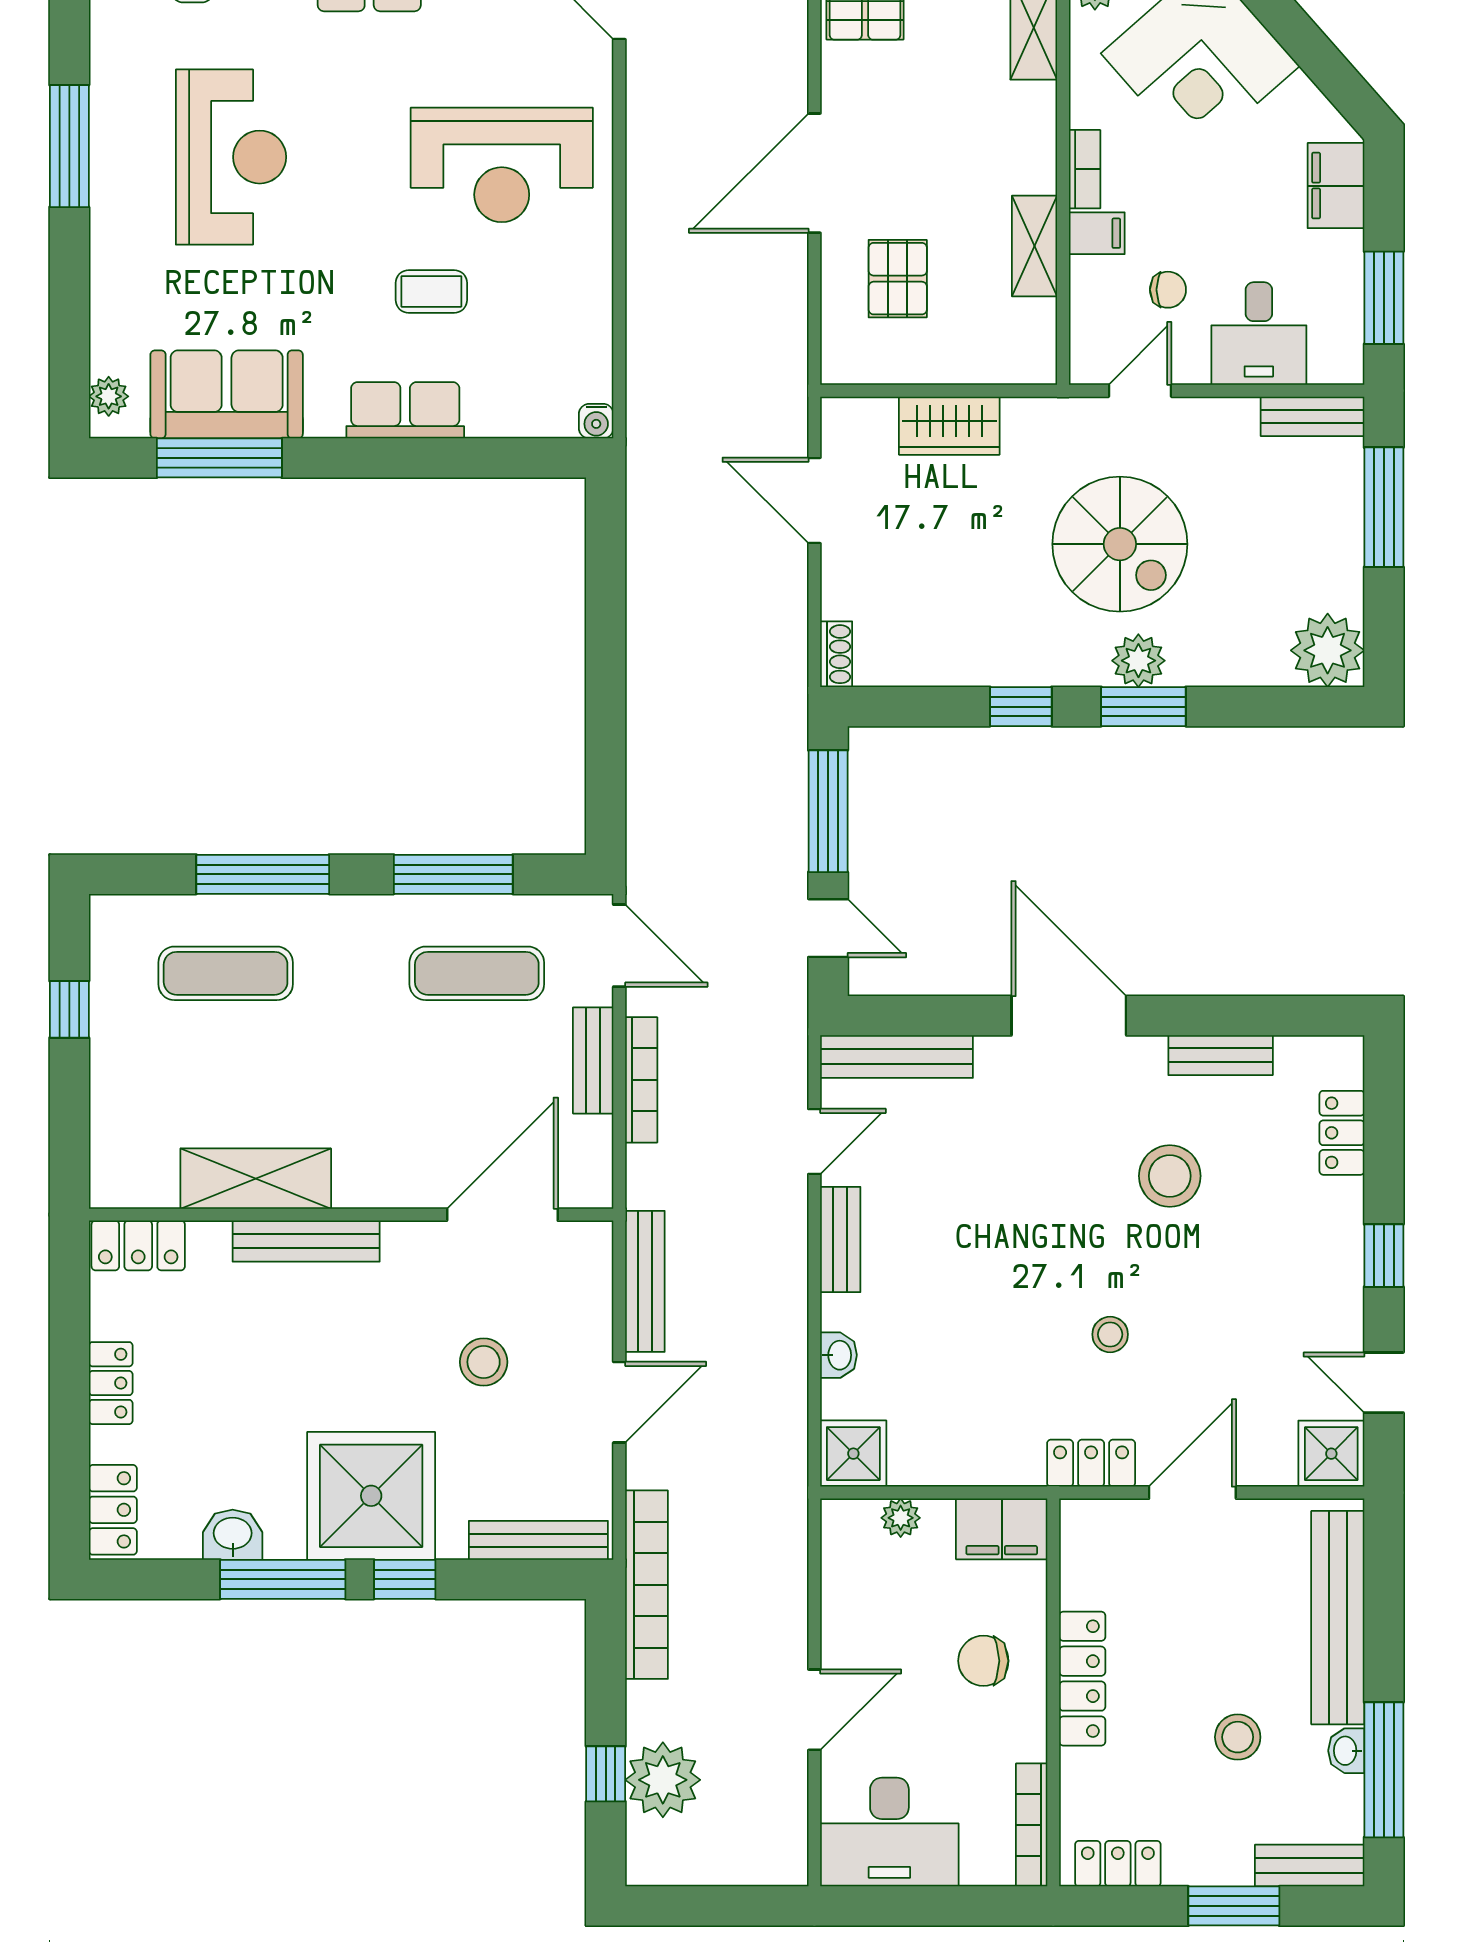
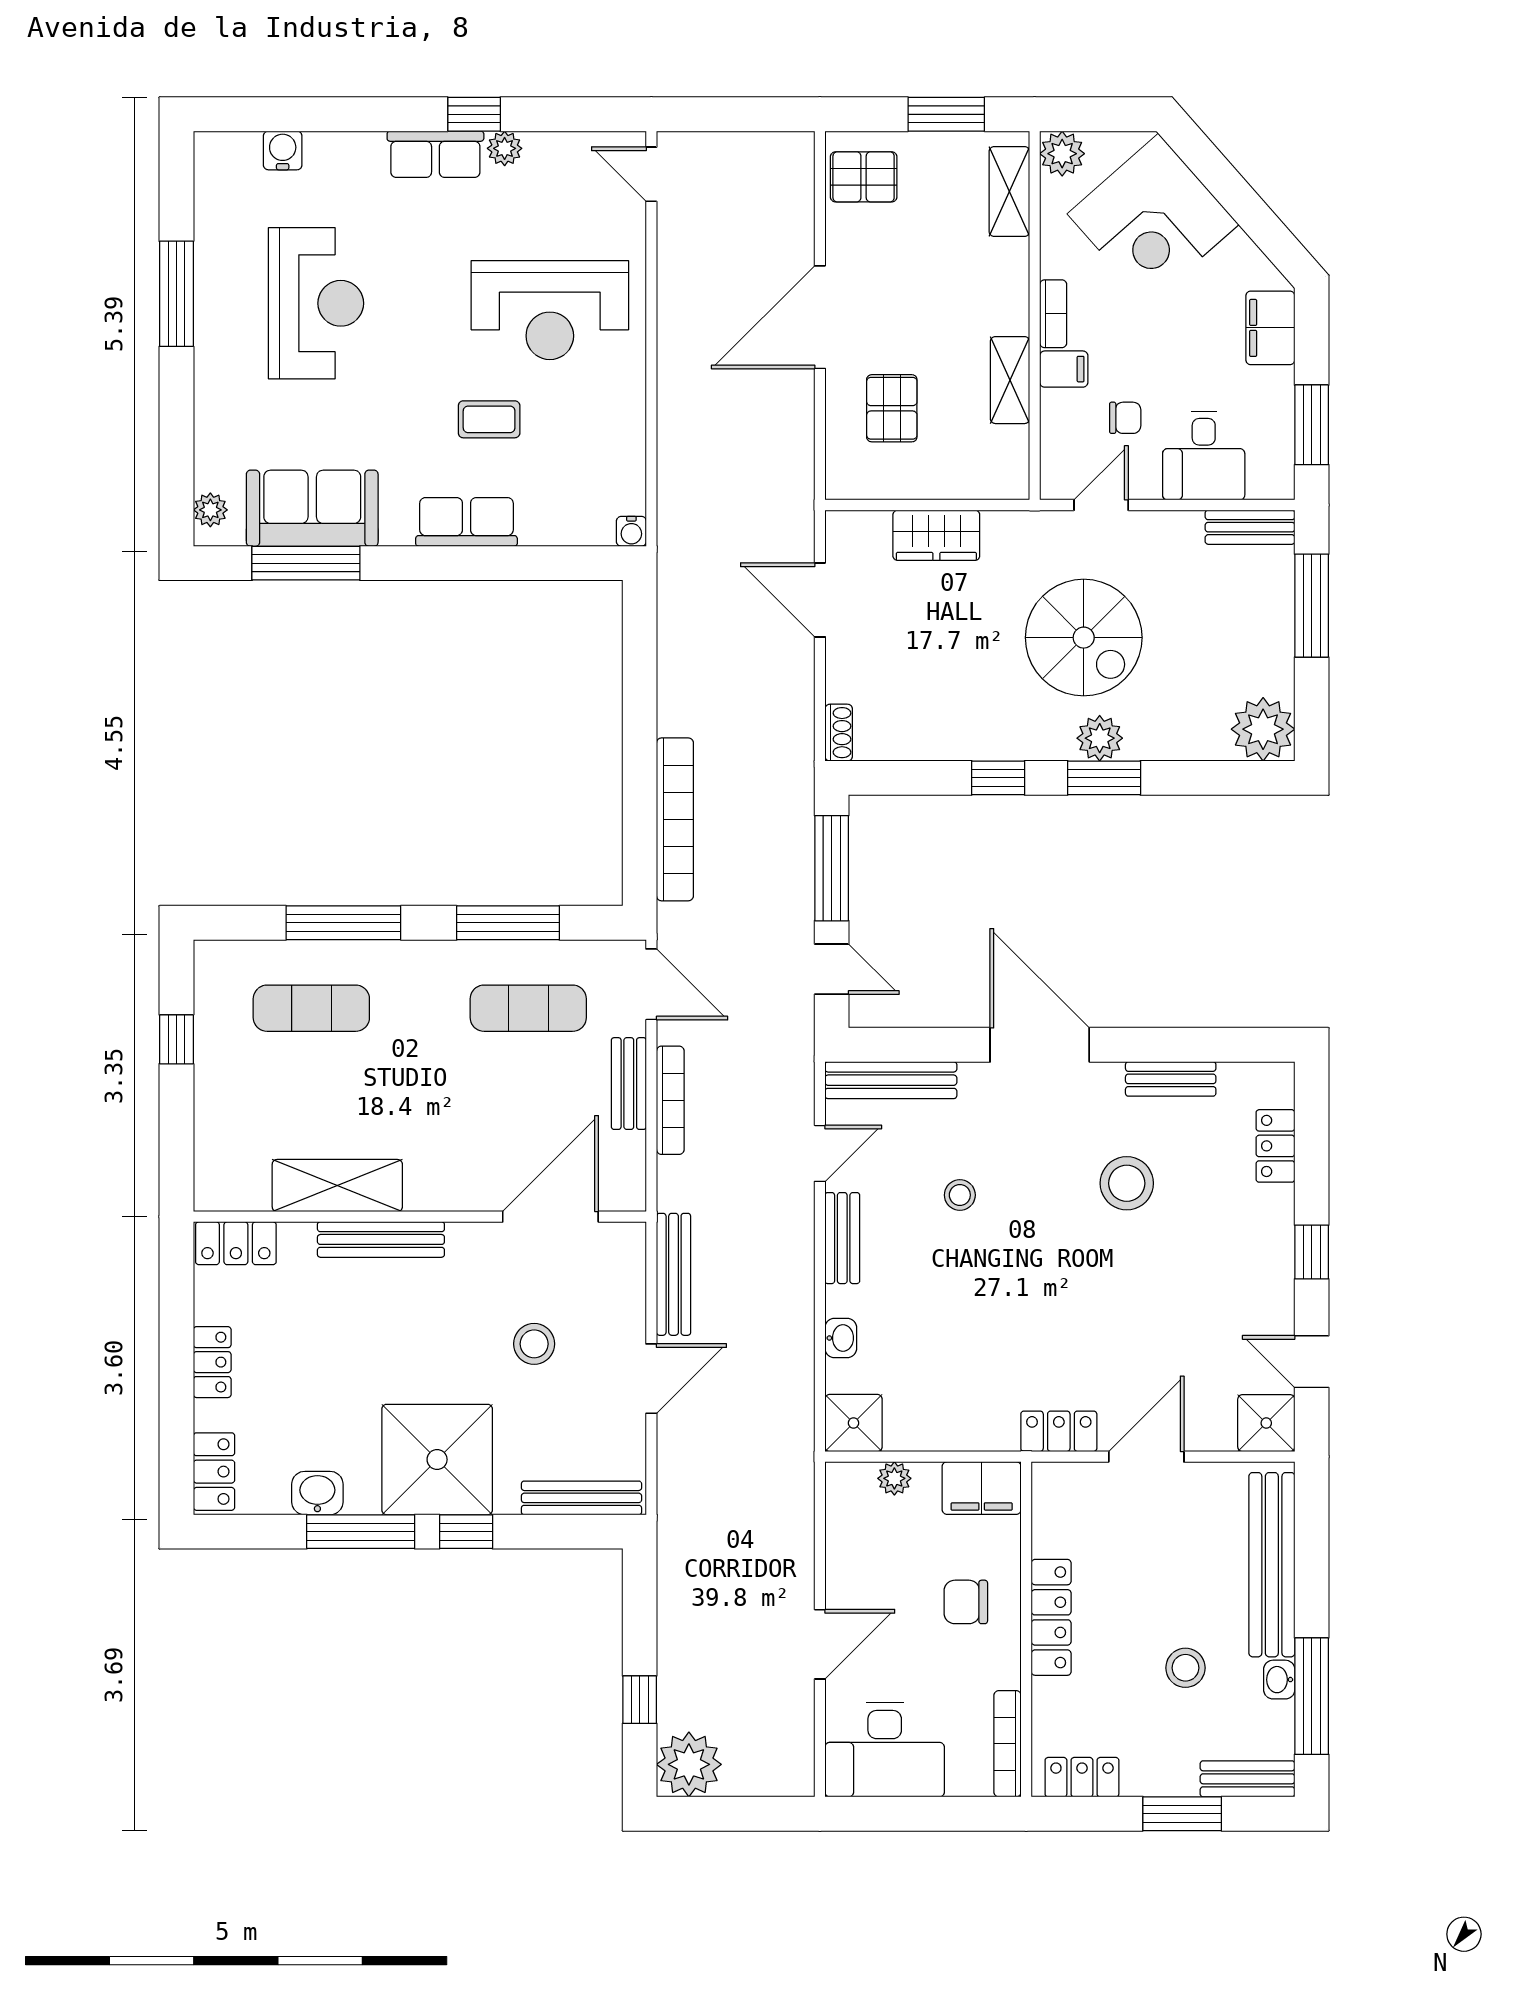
stool: (1110, 1334) -> (960, 1195), moved
bookcase: (647, 1585) -> (675, 819), moved
plant: (663, 1780) -> (689, 1764), moved

